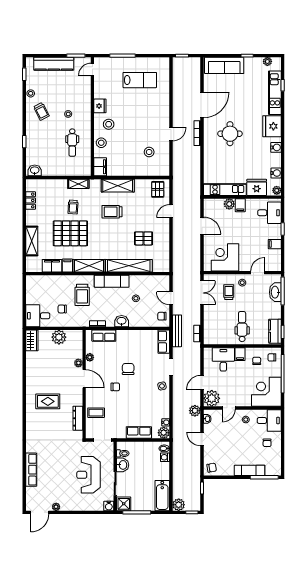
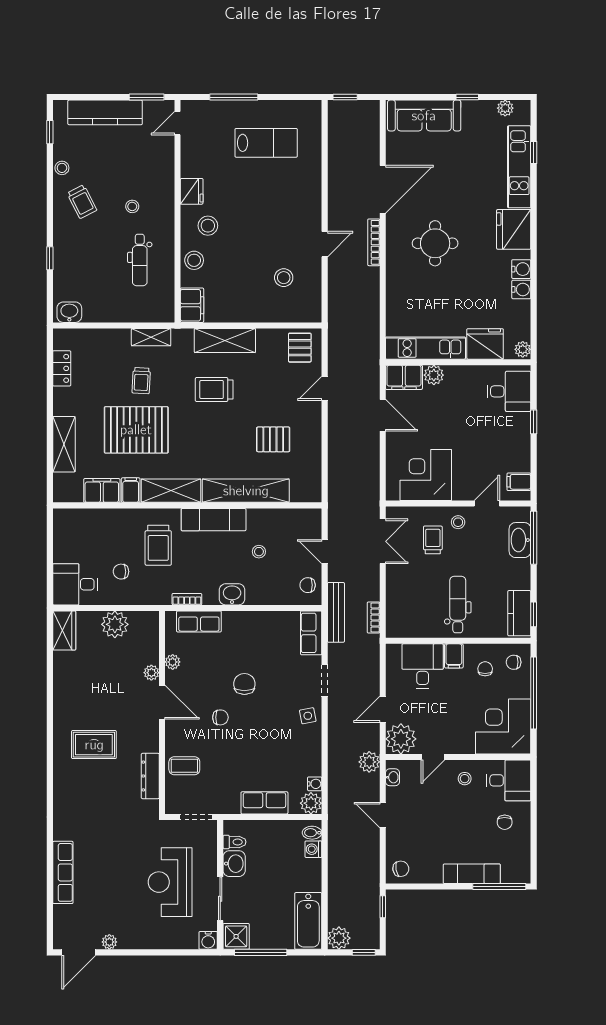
water cooler: (276, 173) -> (521, 289), moved
filing cabinet: (240, 205) -> (404, 377), moved, width x2.00
filing cabinet: (275, 244) -> (519, 482), moved

